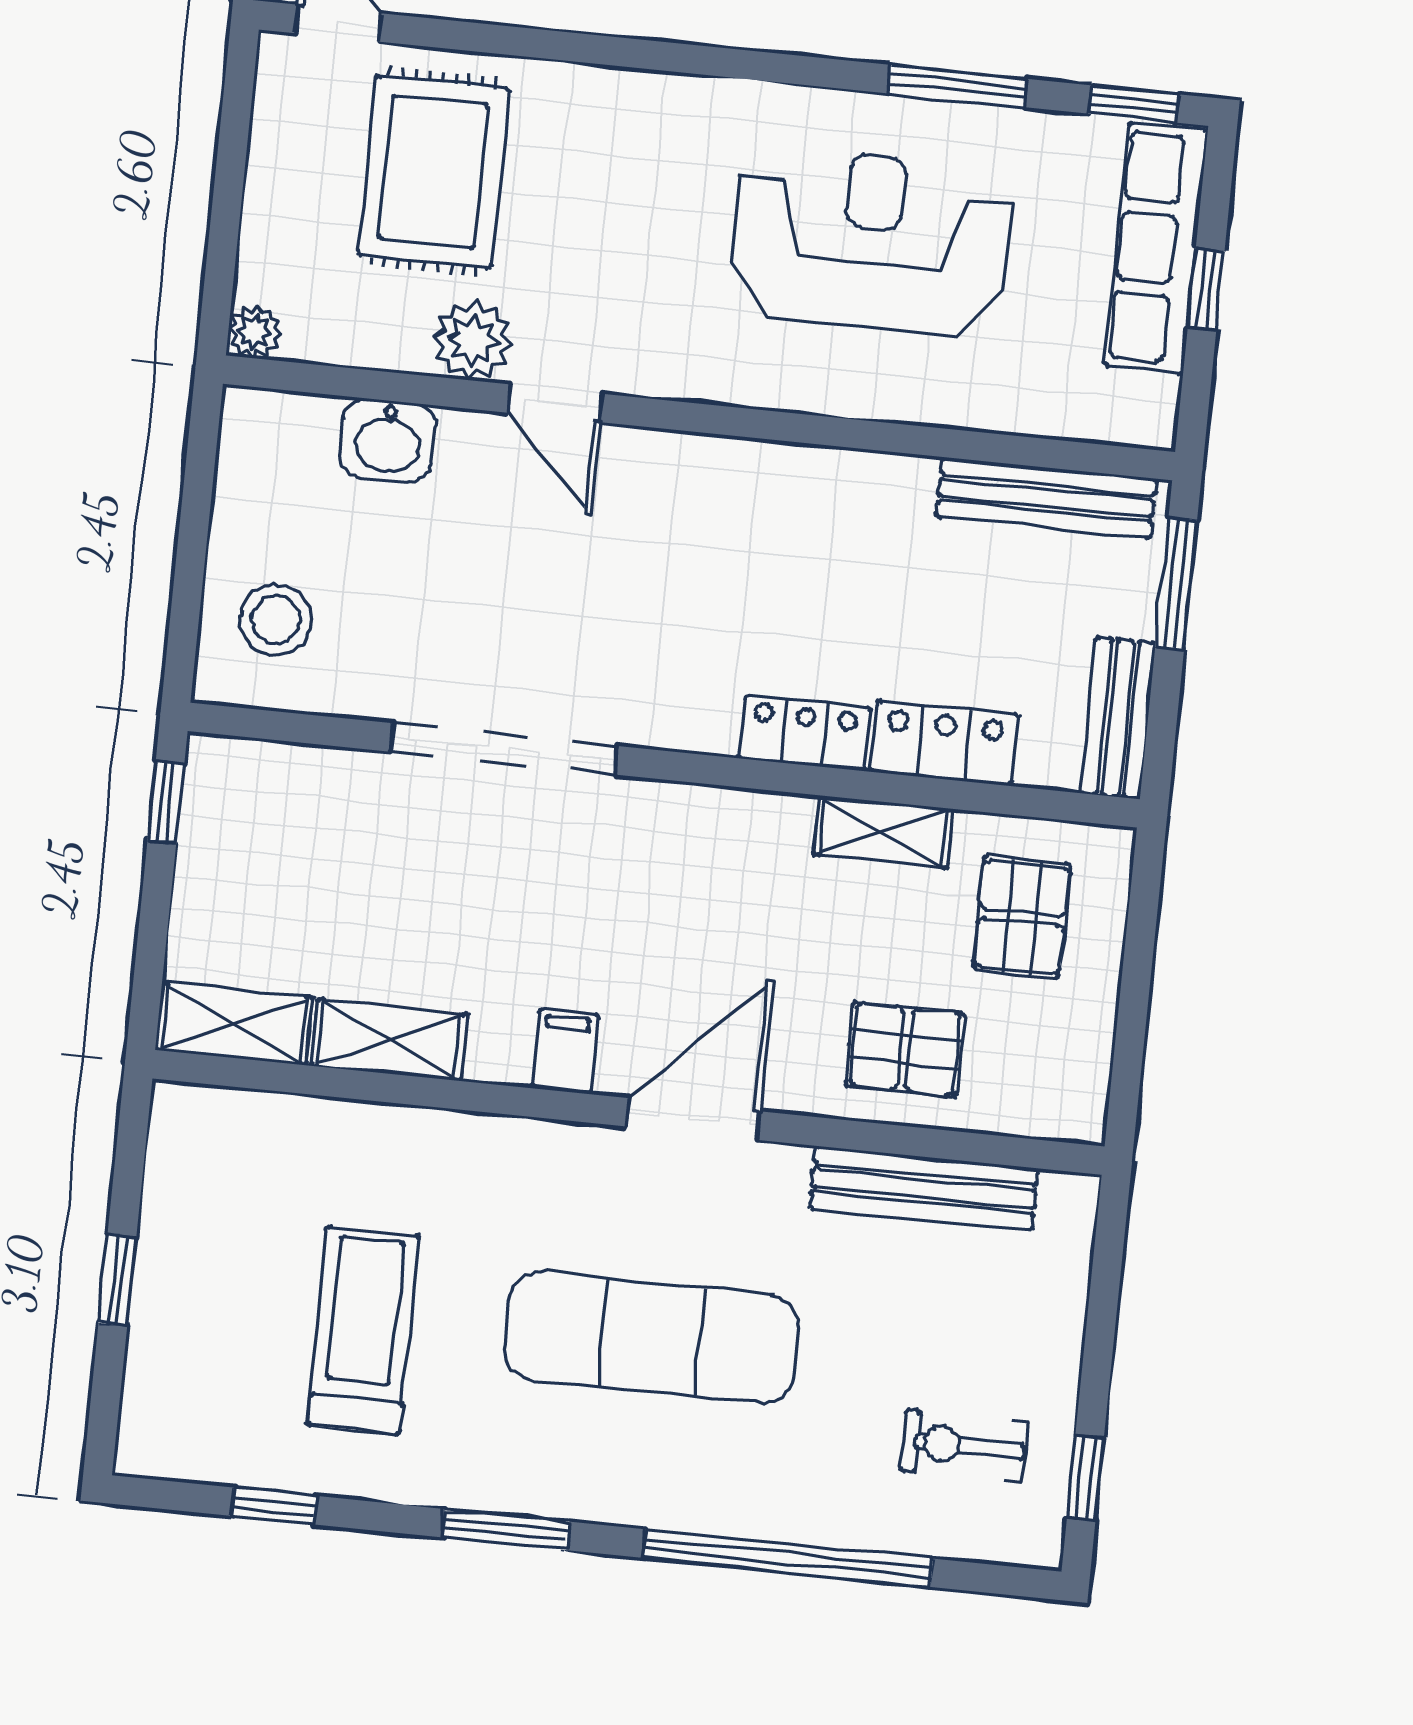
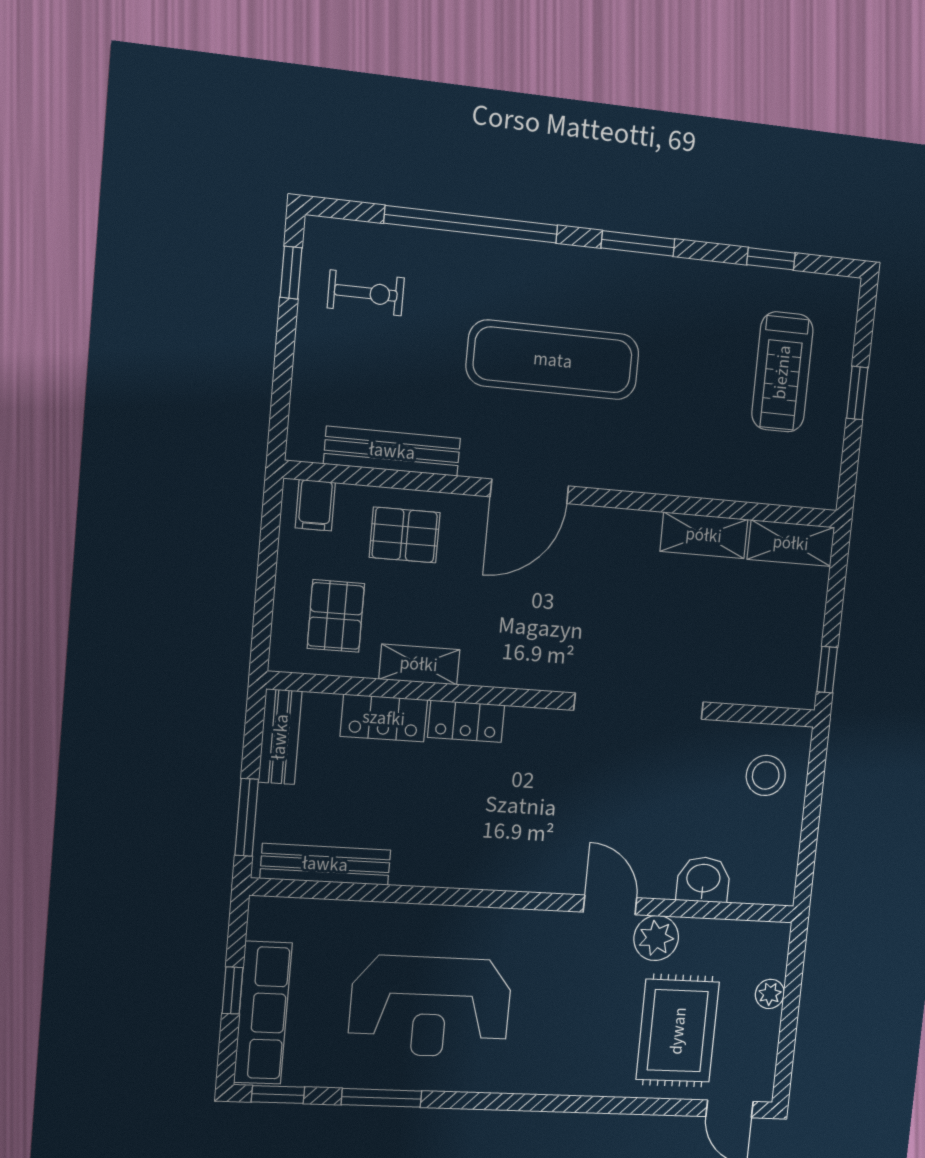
plant: (255, 332) -> (770, 994), moved
filing cabinet: (565, 1051) -> (315, 505), moved
treadmill: (364, 1330) -> (782, 372), moved

